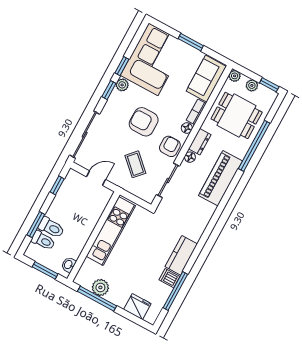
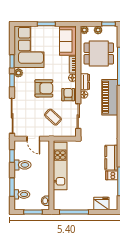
armchair: (144, 122) -> (44, 88), turned 180
door: (96, 178) -> (33, 139), swing flipped
toilet: (51, 228) -> (23, 165), moved
plant: (100, 287) -> (73, 204), removed

